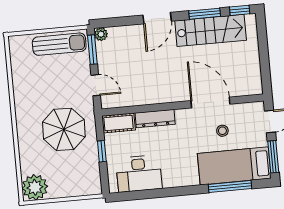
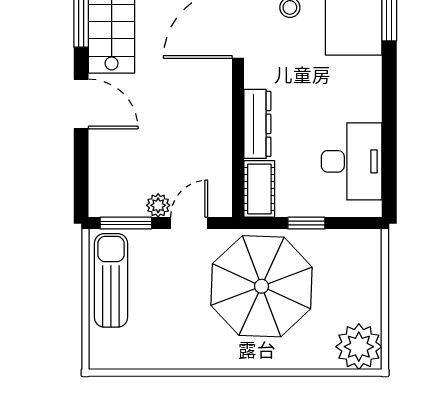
plant: (101, 34) -> (158, 205), moved
parasol: (64, 129) -> (262, 286), width x1.36, depth x1.36

